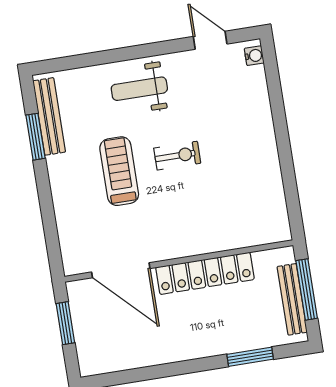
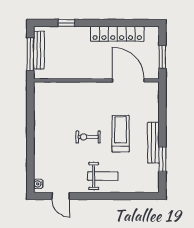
bench: (49, 116) -> (153, 143), moved
treadmill: (119, 171) -> (121, 134), turned 180
locker: (205, 273) -> (117, 34), moved, turned 180
window: (250, 357) -> (66, 23), width x0.67

